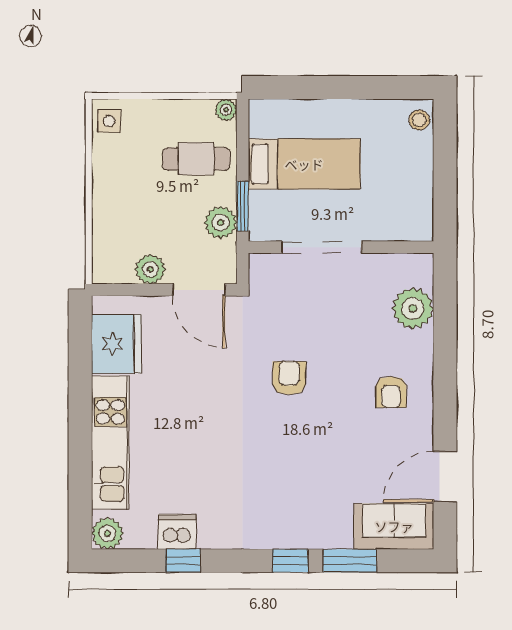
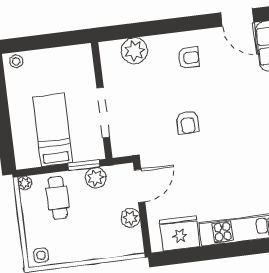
armchair: (289, 378) -> (188, 123), turned -90

